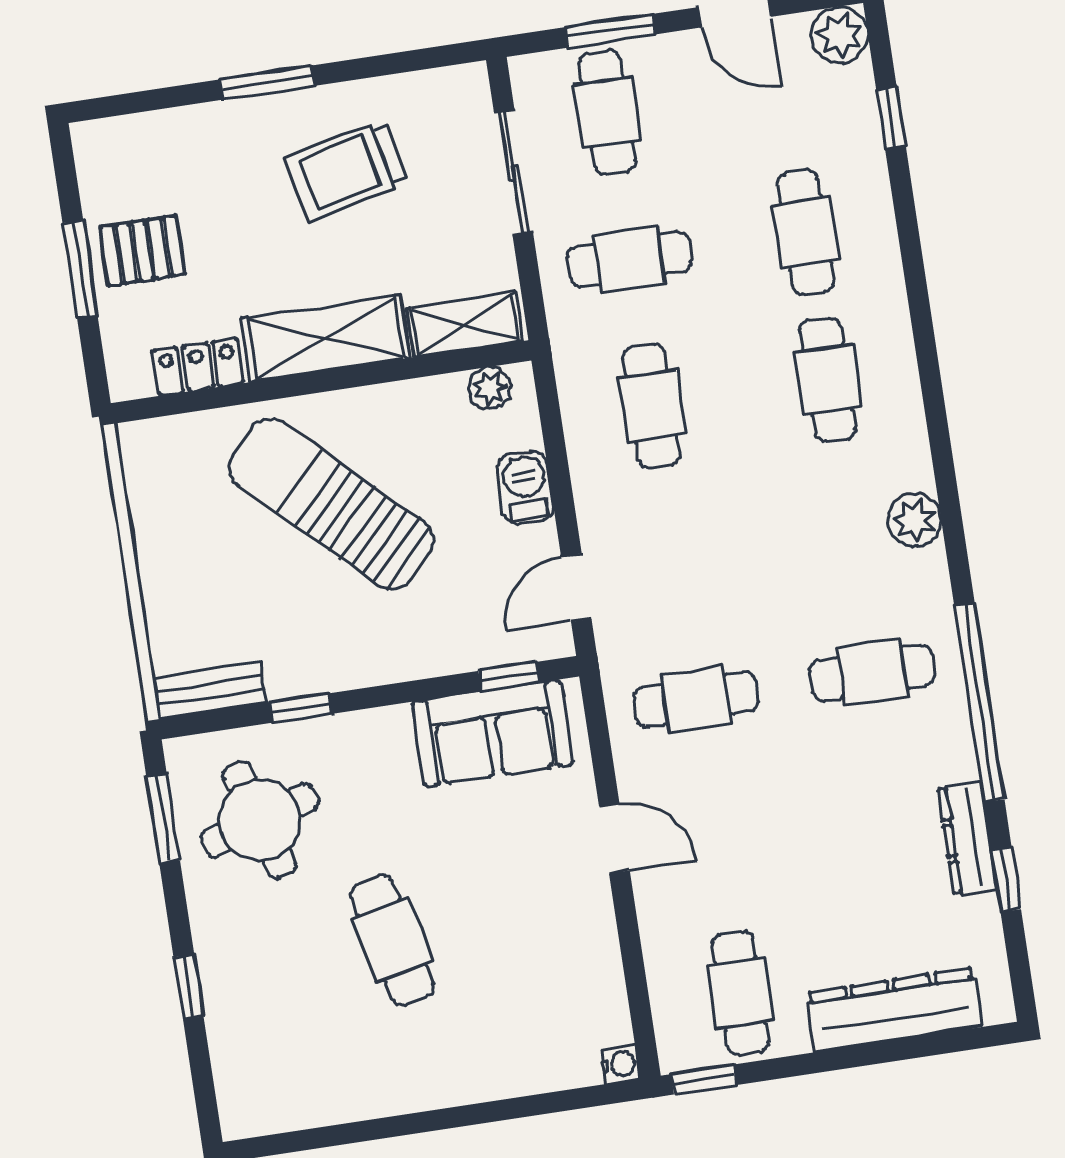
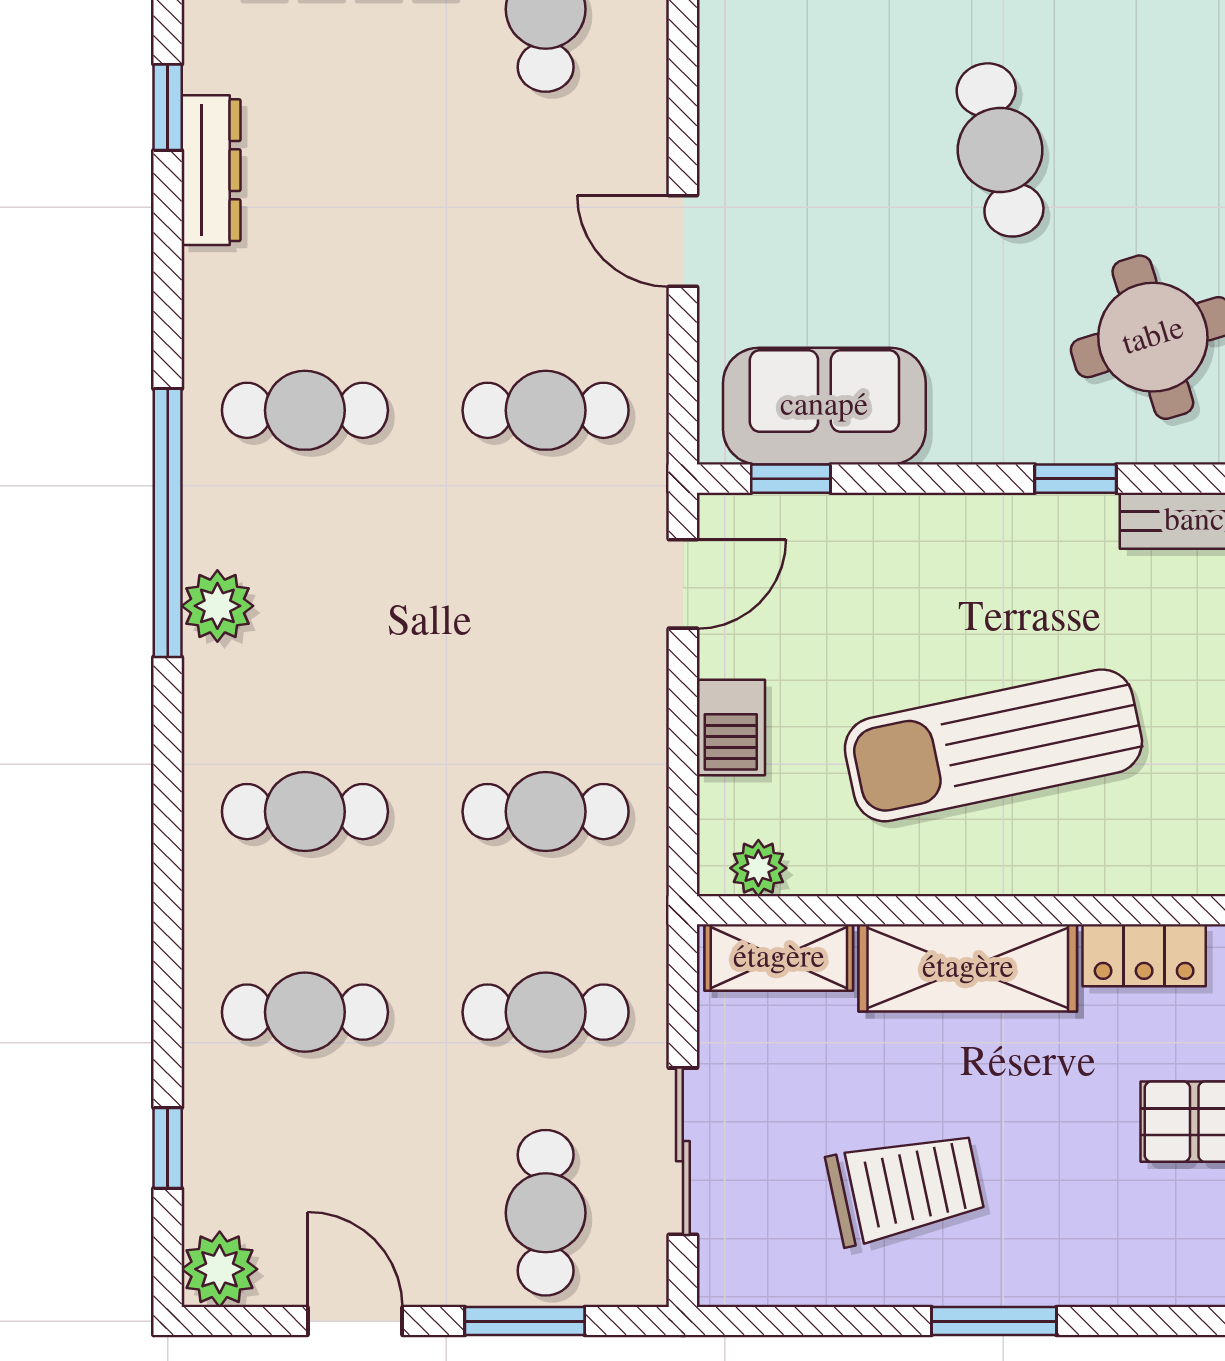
cafe table: (805, 232) -> (305, 1012), turned 90
cafe table: (828, 379) -> (305, 812), turned 90
cafe table: (652, 406) -> (546, 812), turned 90
sun lounger: (331, 504) -> (993, 745), turned 124
window: (979, 703) -> (168, 523), moved

